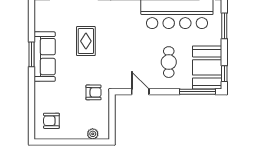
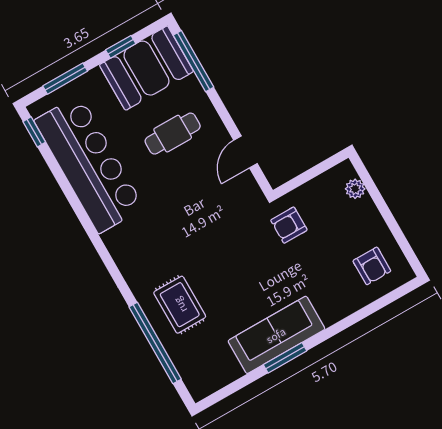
rug: (86, 41) -> (180, 305), moved, turned 90
window: (224, 74) -> (121, 47), moved
armchair: (94, 92) -> (289, 225), turned -90

